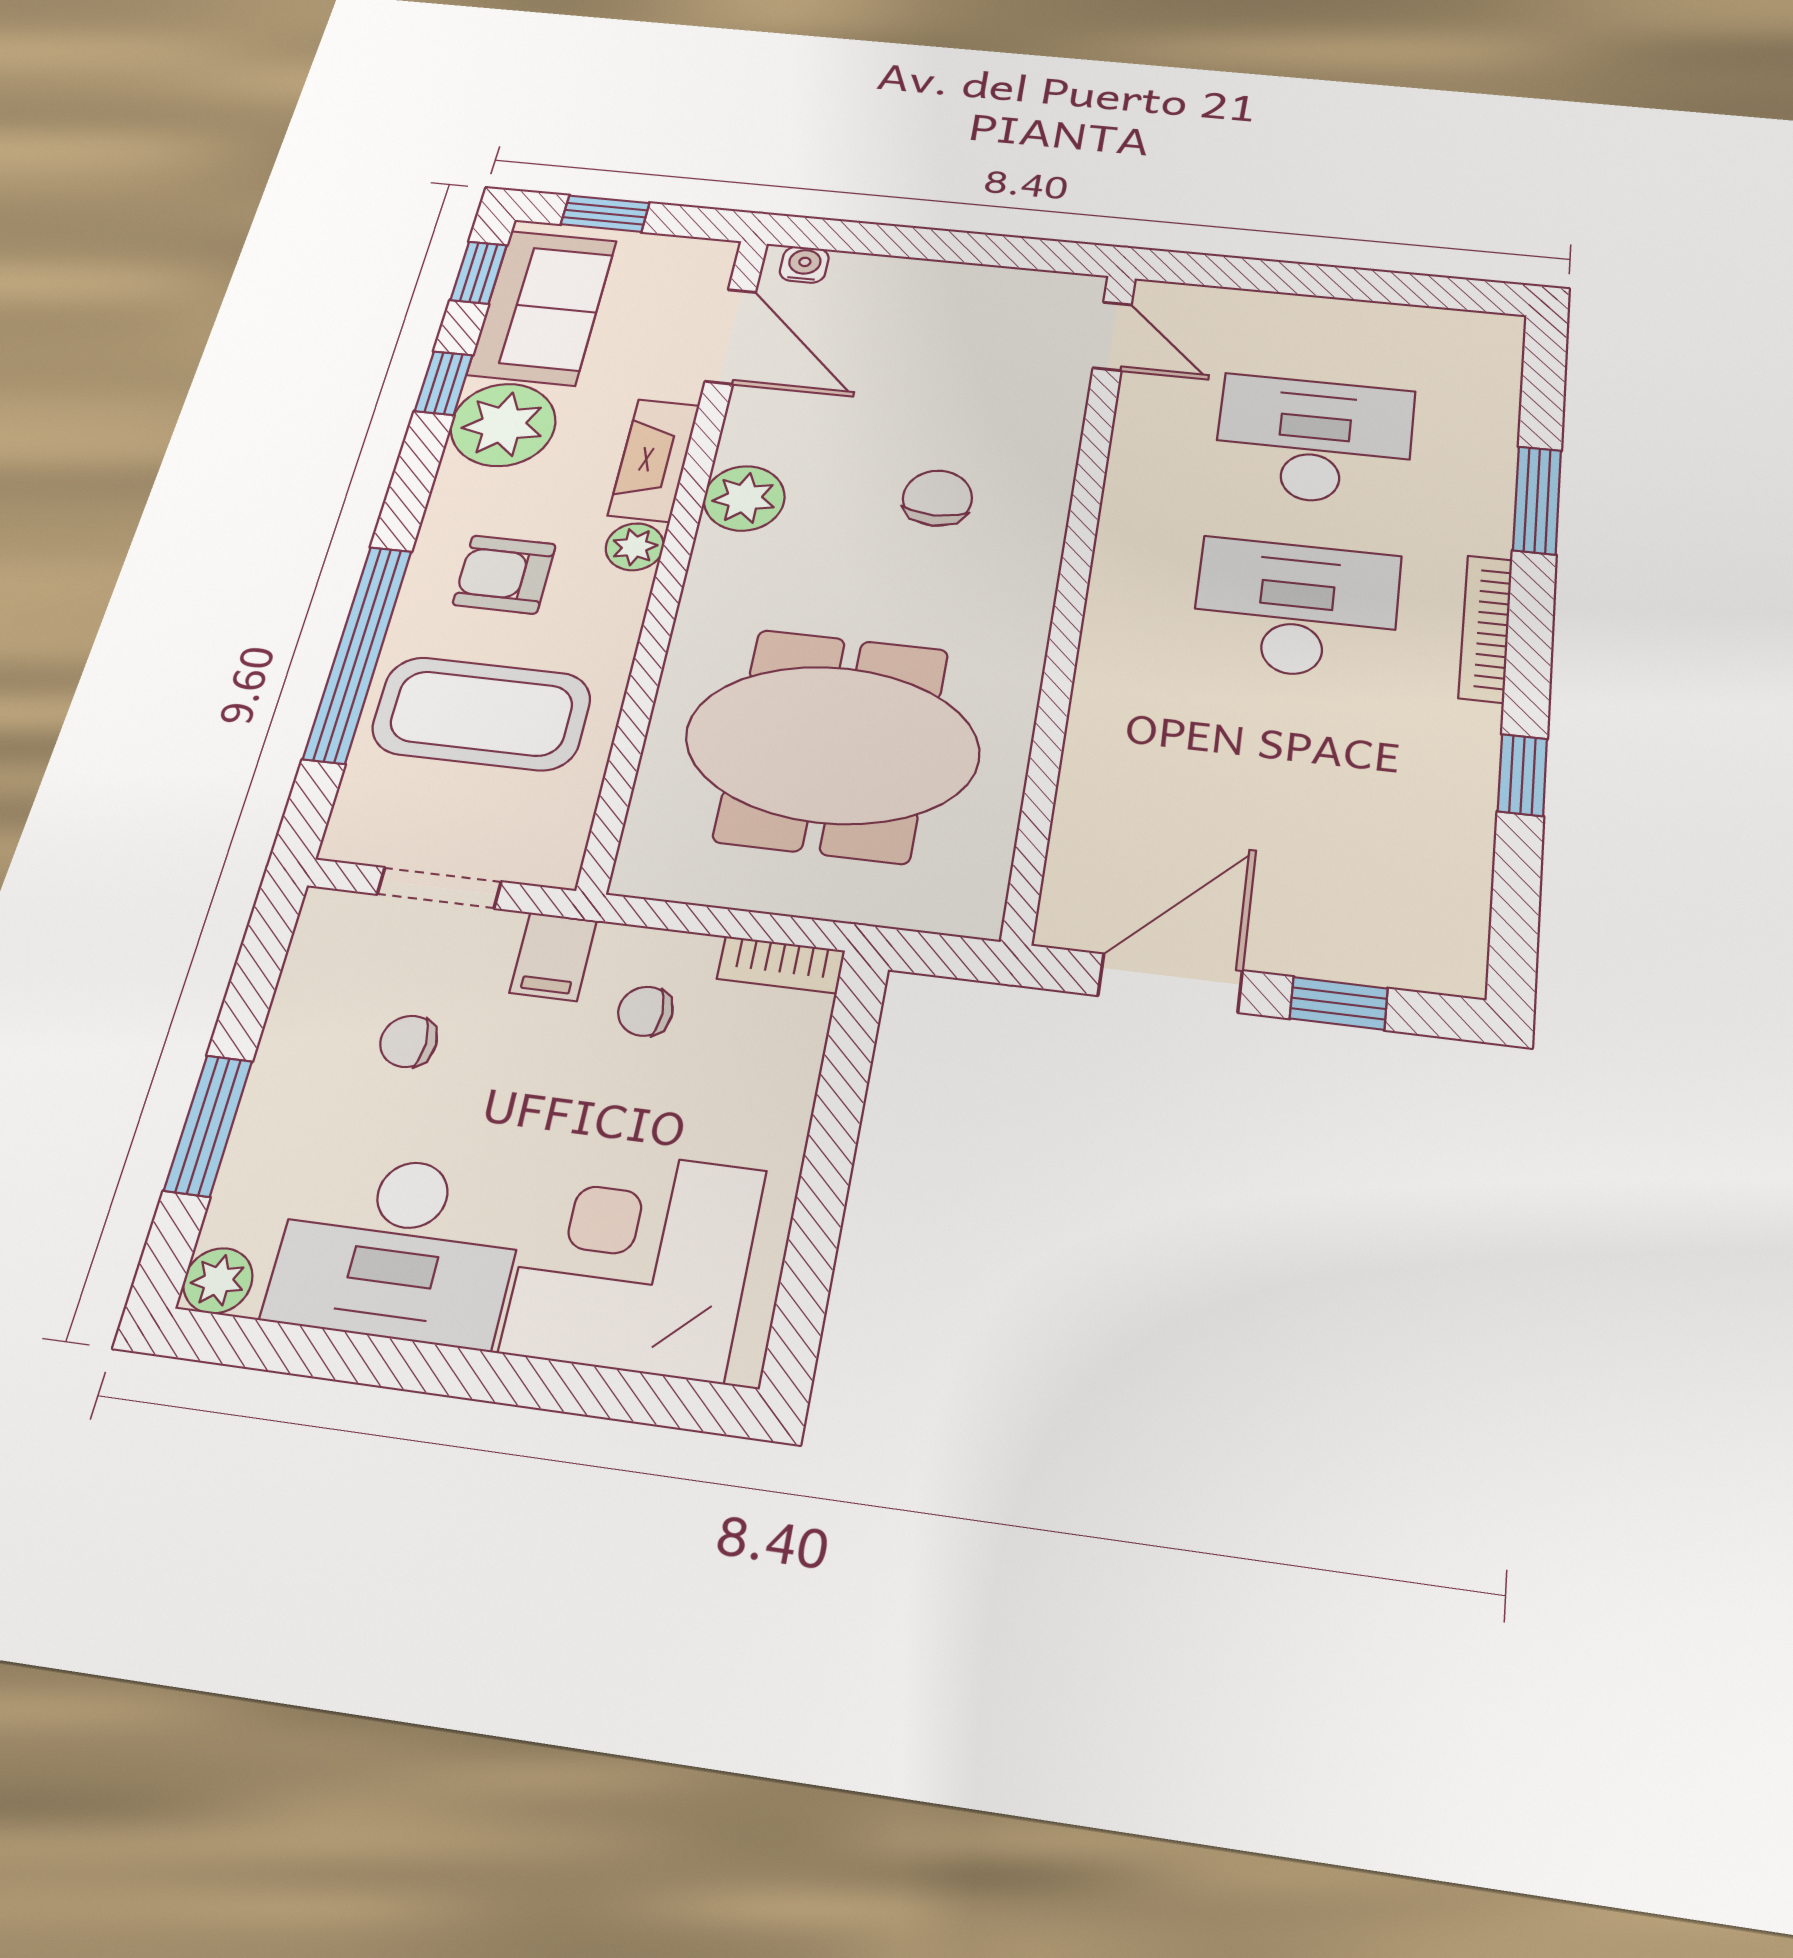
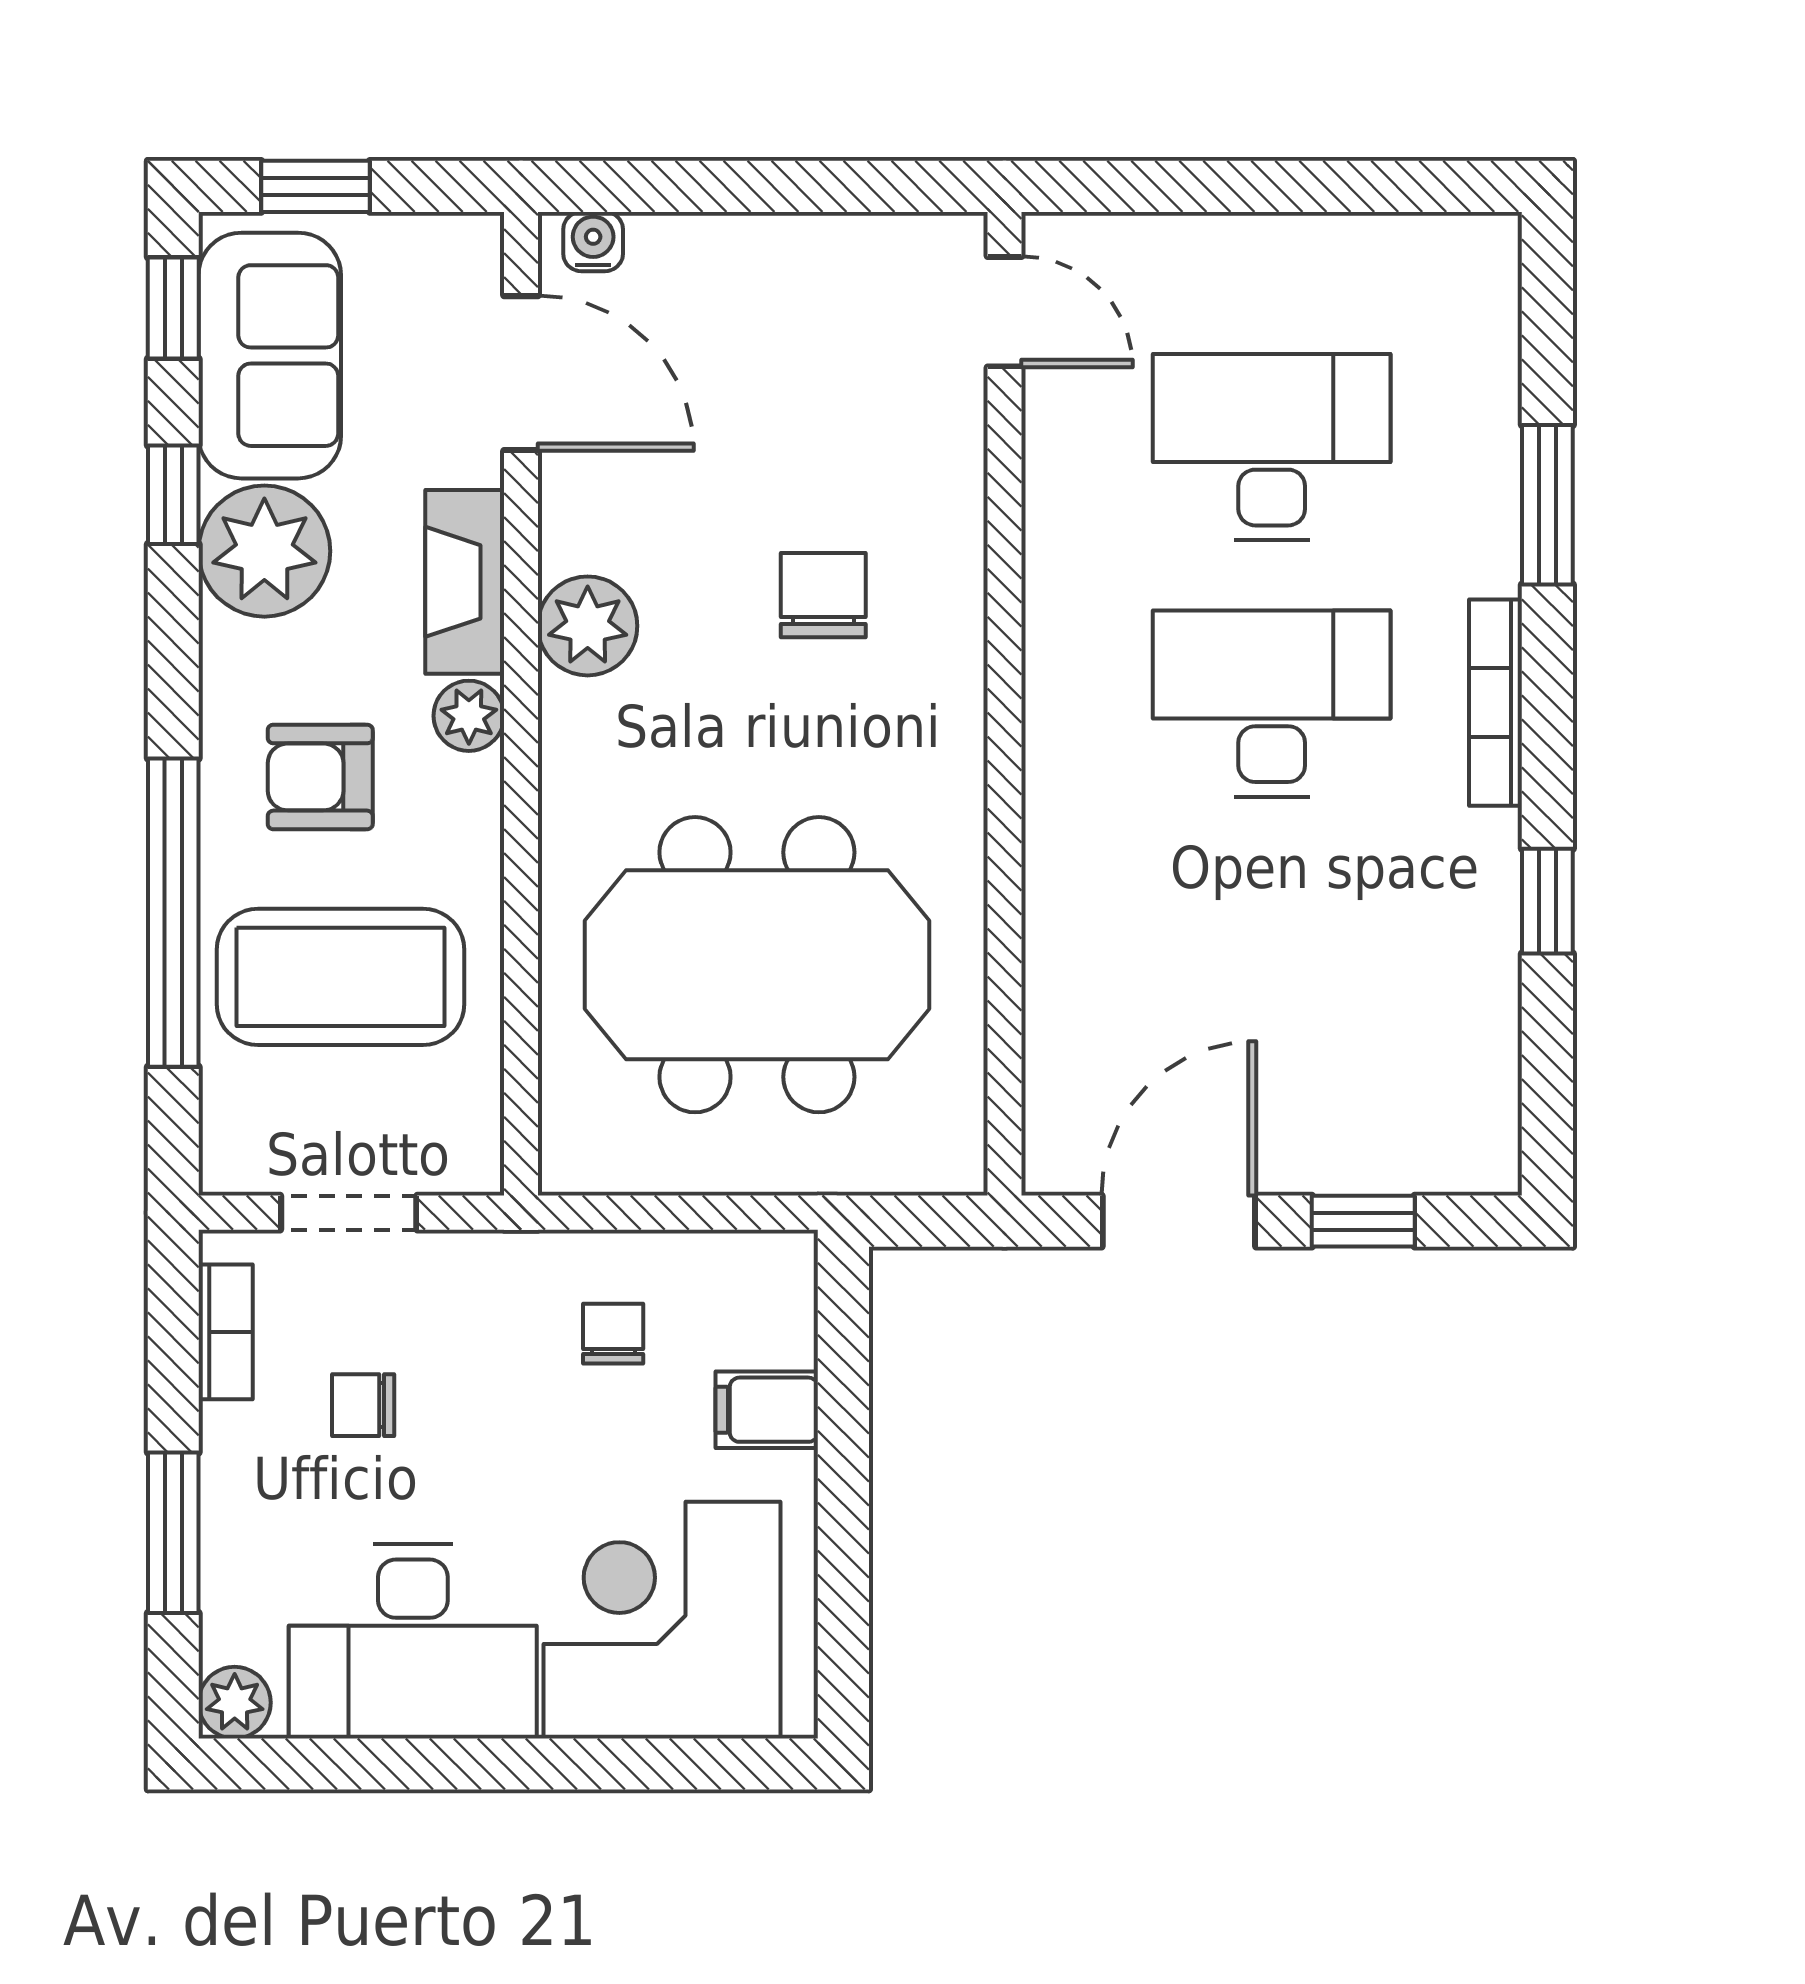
filing cabinet: (553, 956) -> (767, 1410), moved, turned 90
bookcase: (781, 965) -> (226, 1332), moved, turned -90
chair: (645, 1011) -> (613, 1334), turned 90

